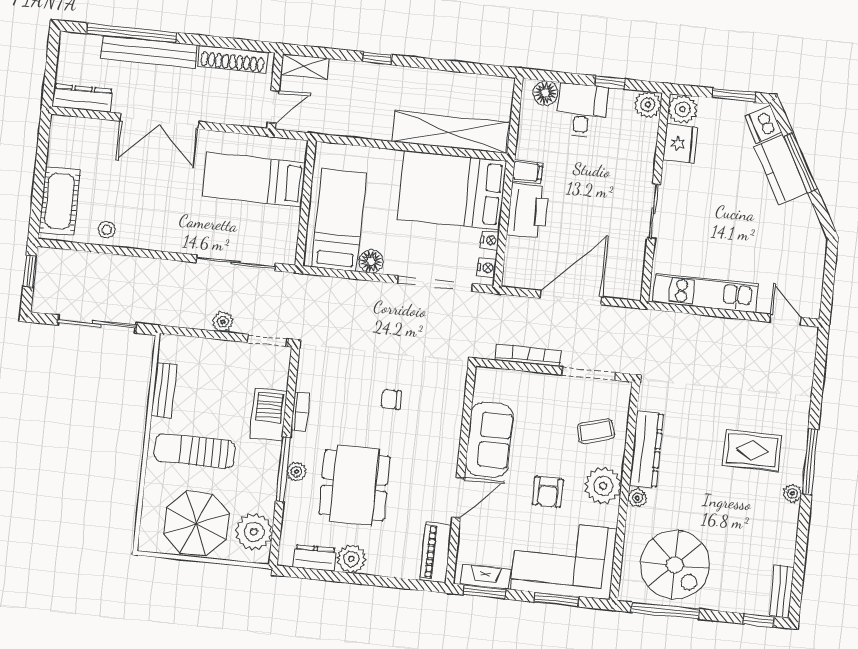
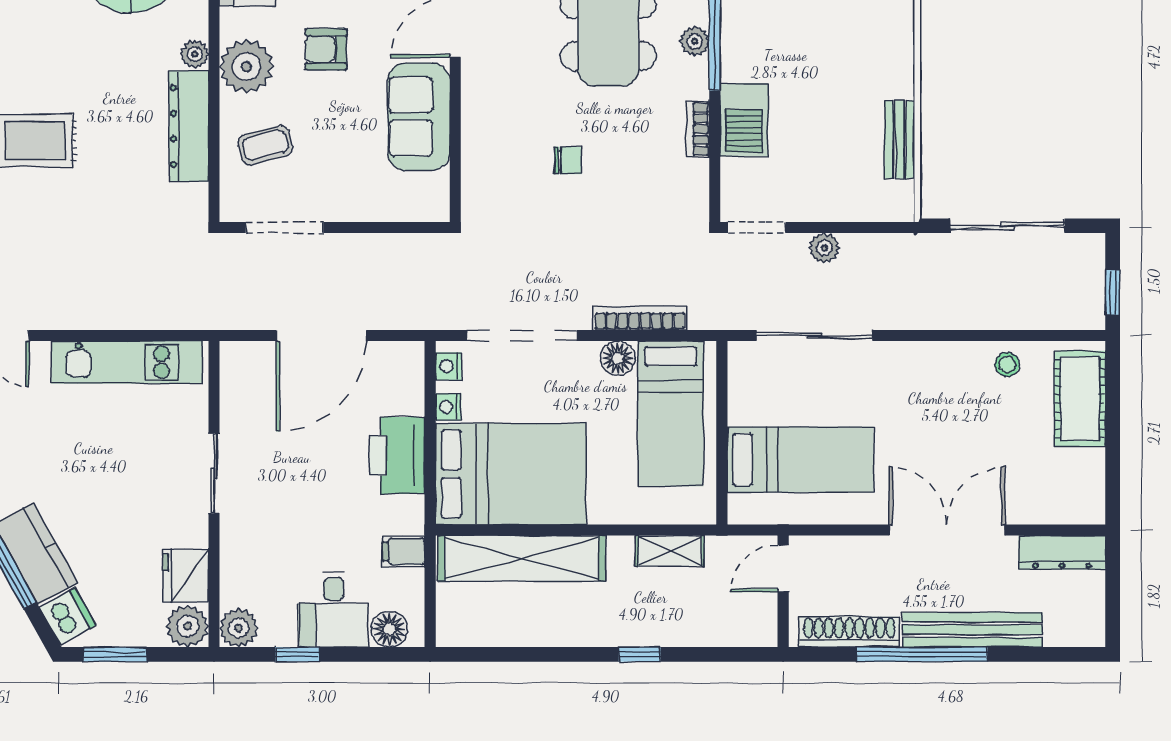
window: (132, 33) -> (922, 654), moved
shelving: (305, 66) -> (670, 551), moved
filing cabinet: (527, 172) -> (404, 551), moved
bookcase: (528, 355) -> (640, 318), moved, turned 180
sun lounger: (195, 451) -> (846, 56), removed
armchair: (548, 492) -> (326, 49), turned -90

